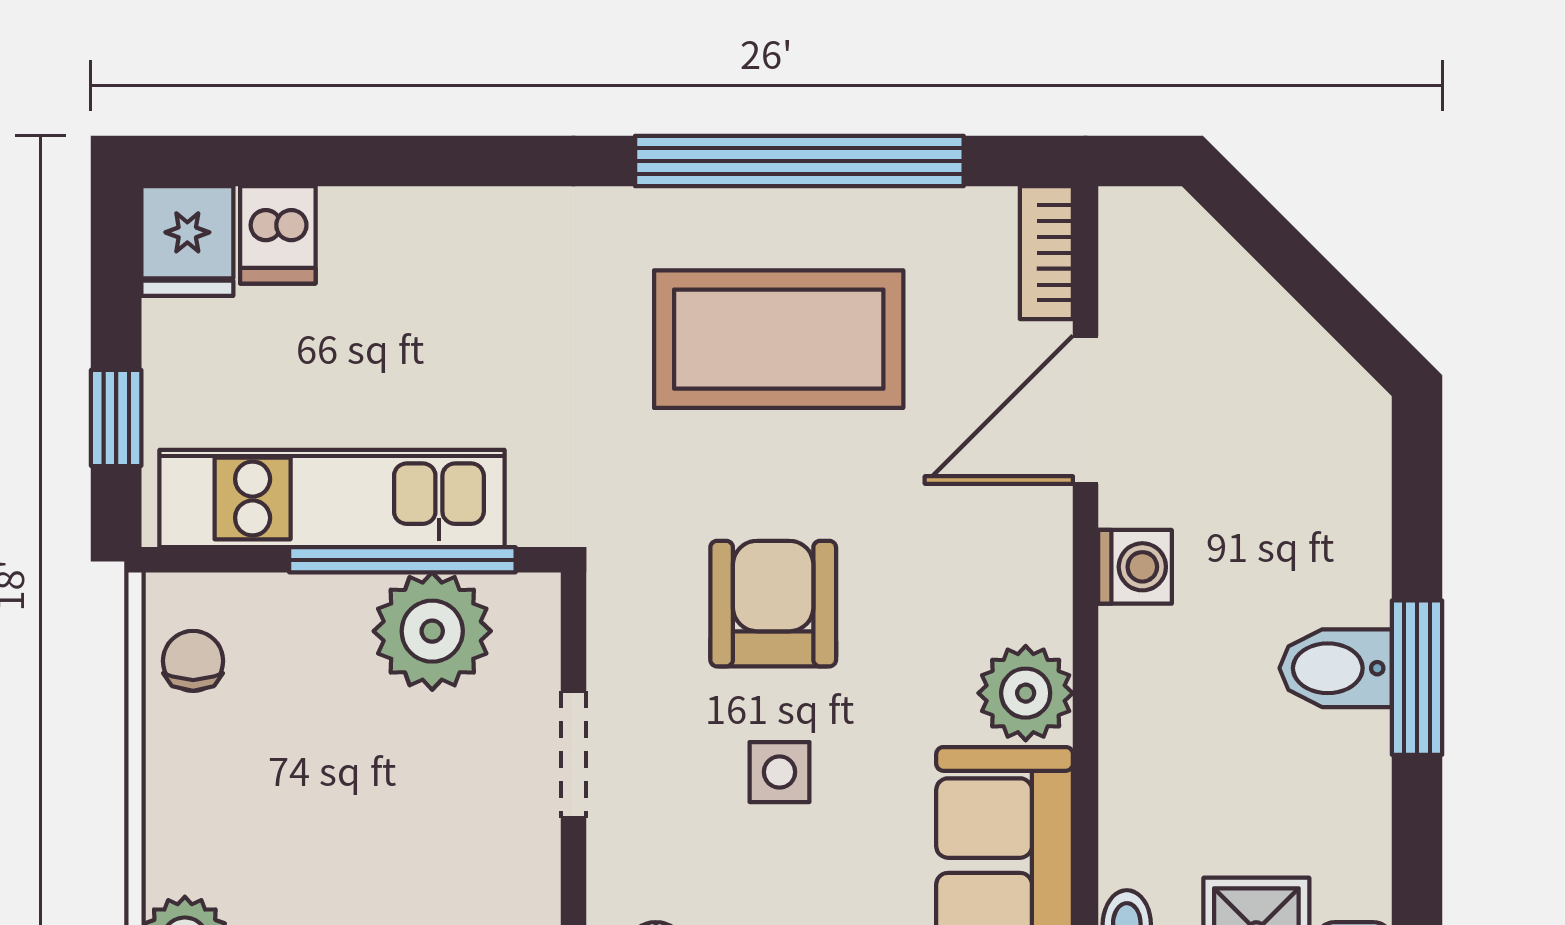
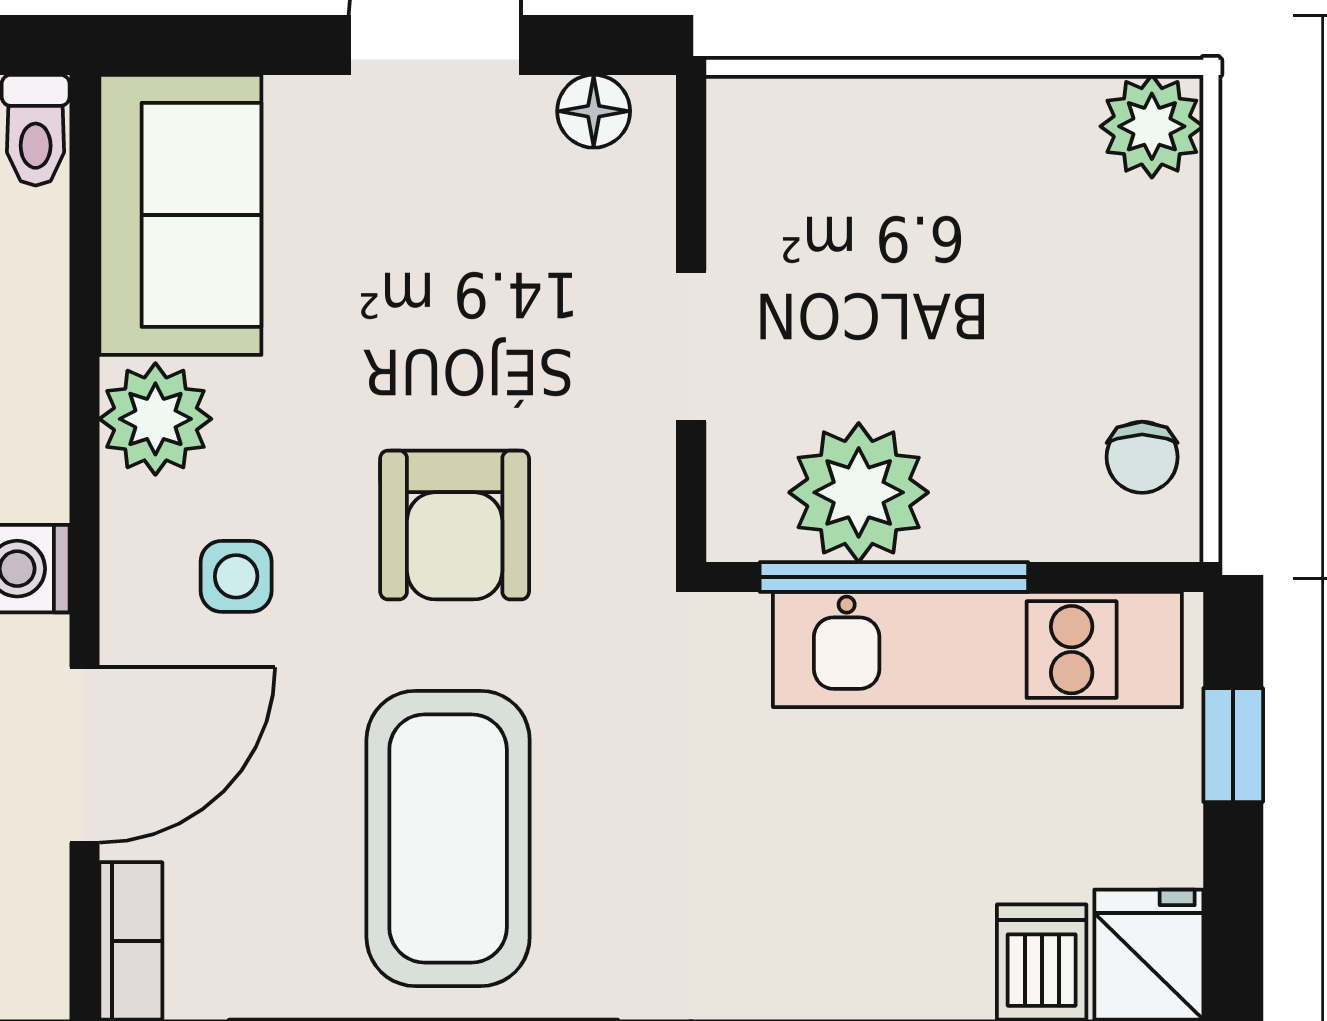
coffee table: (779, 339) -> (448, 838), turned 90
side table: (779, 772) -> (236, 576), moved

